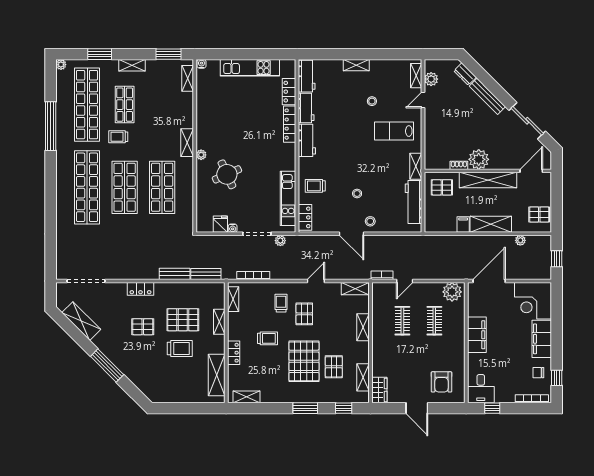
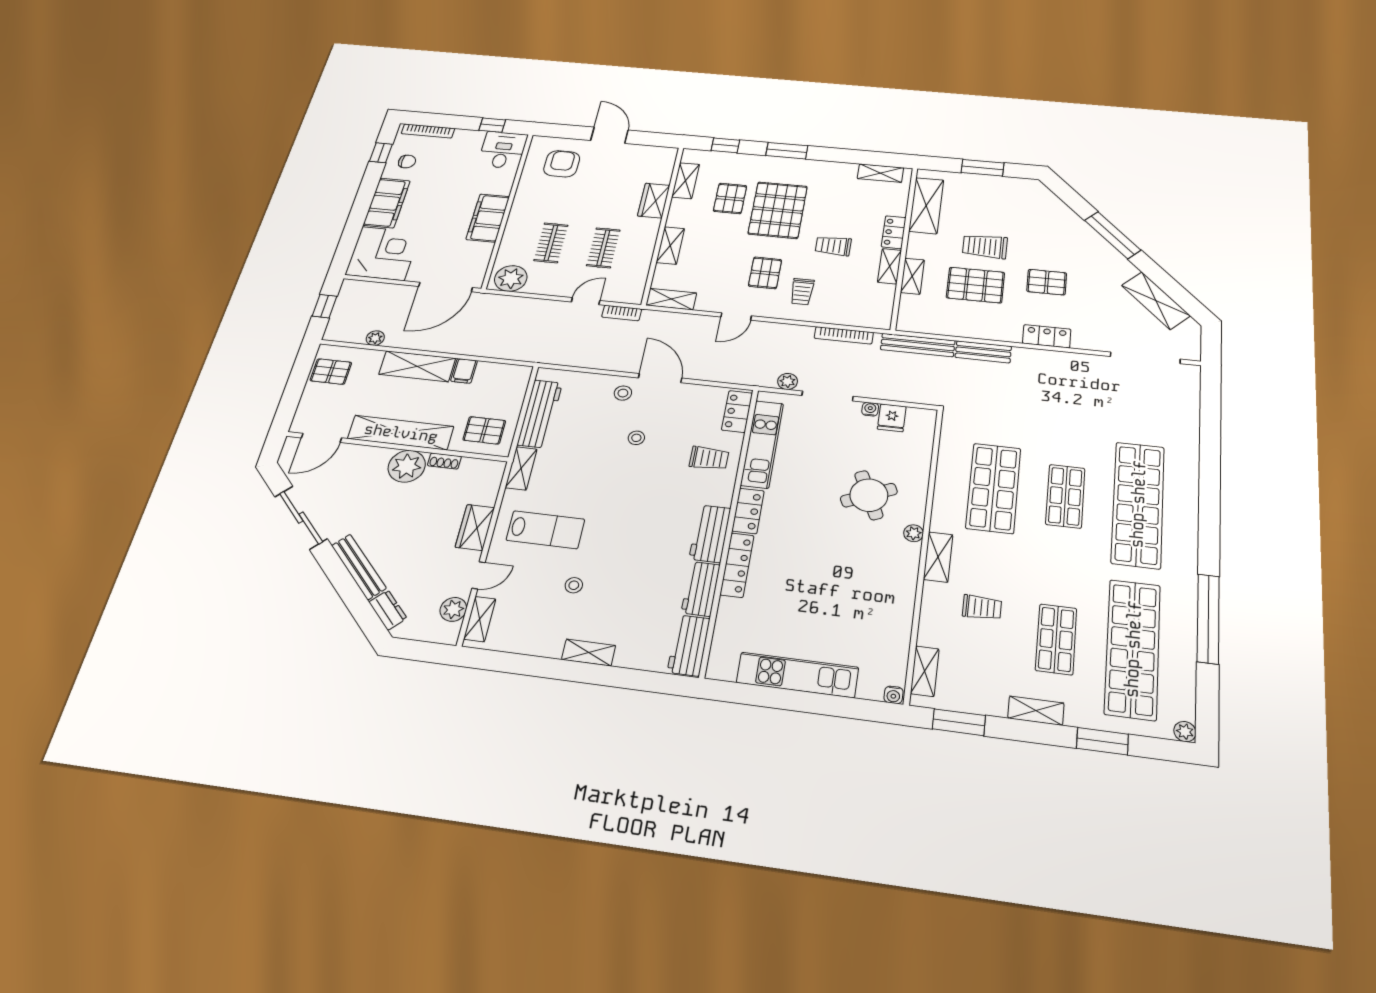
locker: (289, 92) -> (748, 511), moved
wardrobe: (432, 127) -> (475, 527), added
trolley: (118, 137) -> (982, 607), moved
shop shelf: (125, 187) -> (1065, 496), width x0.70, depth x0.74
bench: (206, 274) -> (918, 345), width x1.36
shelving: (233, 299) -> (890, 266), moved
wardrobe: (379, 390) -> (654, 201), moved
window: (186, 408) -> (983, 168), added

